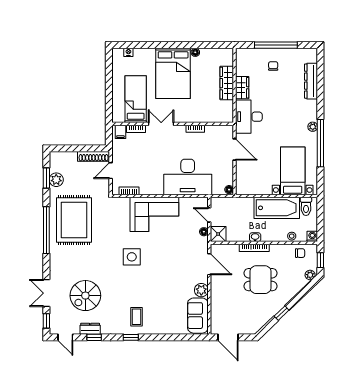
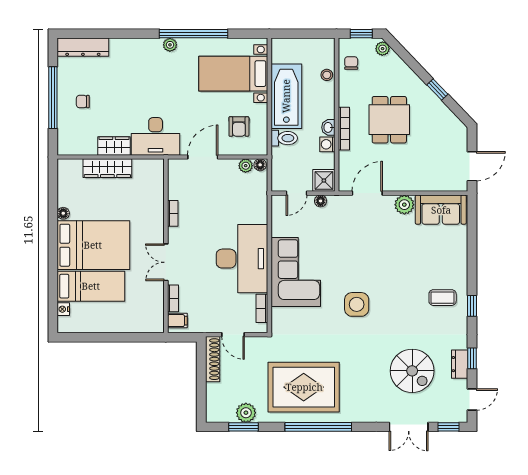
dresser: (311, 81) -> (83, 47), moved
bed: (136, 99) -> (91, 286), moved, turned 180
armchair: (256, 175) -> (239, 126), added
desk: (188, 177) -> (242, 259), moved
plant: (228, 179) -> (246, 166), added
toilet: (306, 206) -> (284, 138), moved
washing machine: (312, 236) -> (327, 144), moved

